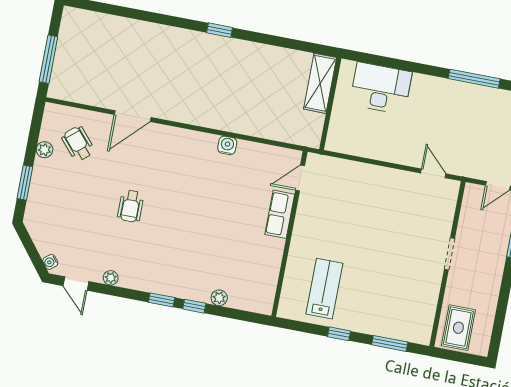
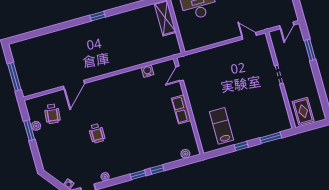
wheelchair: (78, 144) -> (52, 114), turned -132
water cooler: (227, 145) -> (148, 71), moved
window: (25, 183) -> (29, 130), moved
row of seats: (280, 214) -> (181, 109), moved
plant: (219, 298) -> (185, 154), moved

